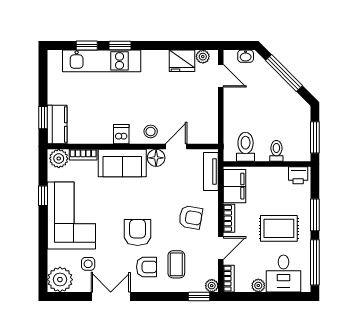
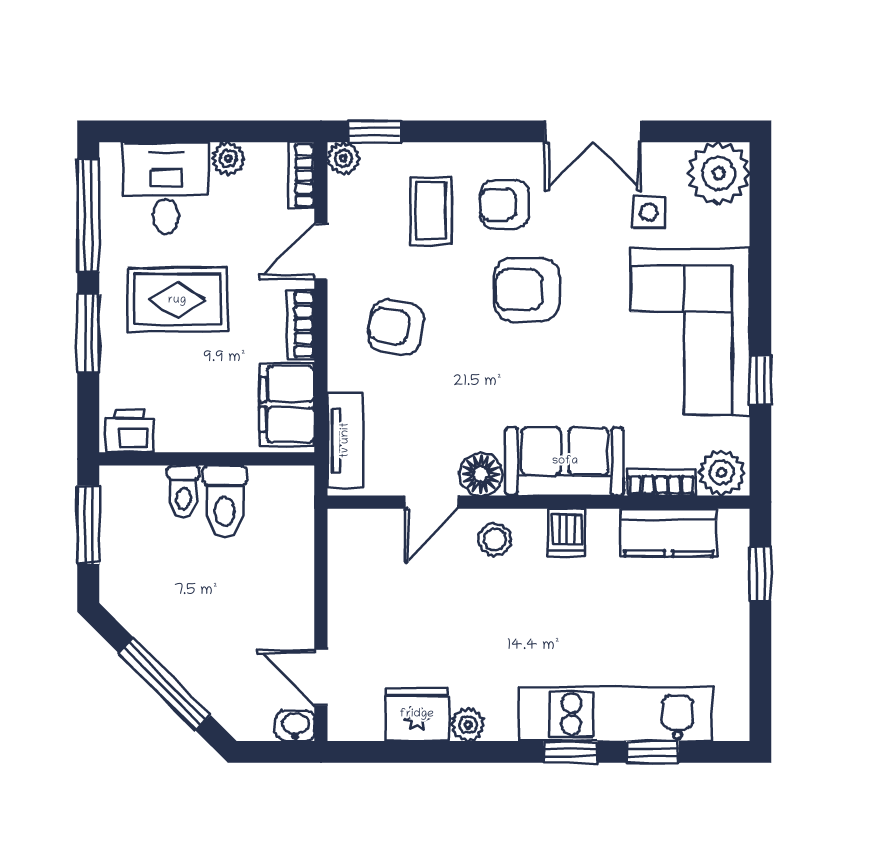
washbasin: (246, 56) -> (295, 726), moved
plant: (203, 57) -> (468, 725), moved
kitchen counter: (57, 125) -> (669, 533), moved, turned -90
toilet: (246, 147) -> (225, 502), moved
armchair: (138, 232) -> (527, 290), turned 90

